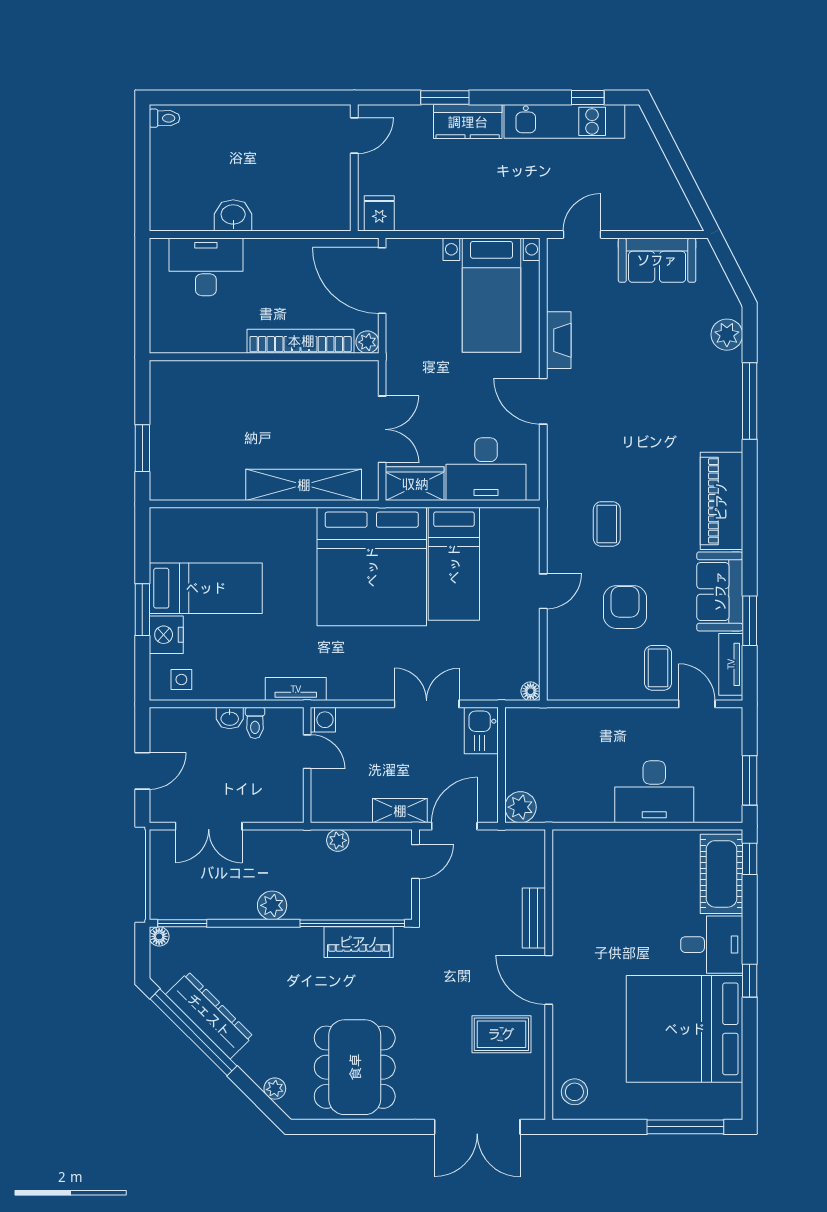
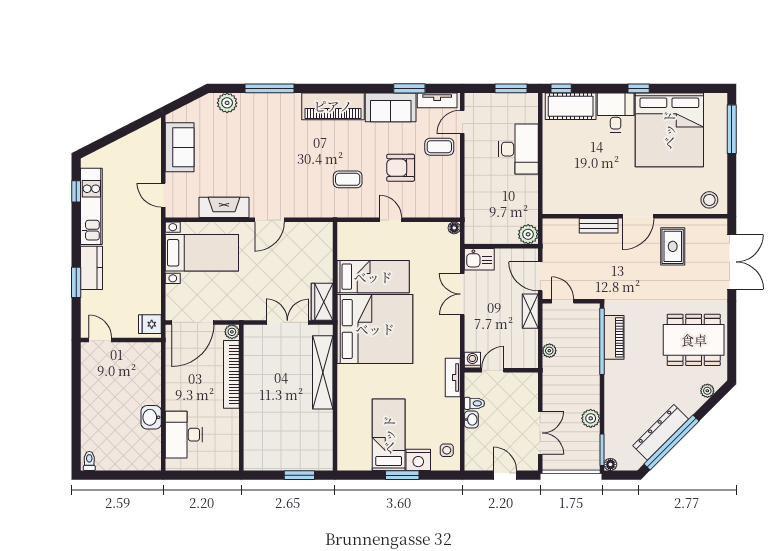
fireplace: (559, 340) -> (224, 207), width x1.37, depth x1.32
desk: (486, 469) -> (313, 256), removed
plant: (272, 905) -> (591, 418), moved

